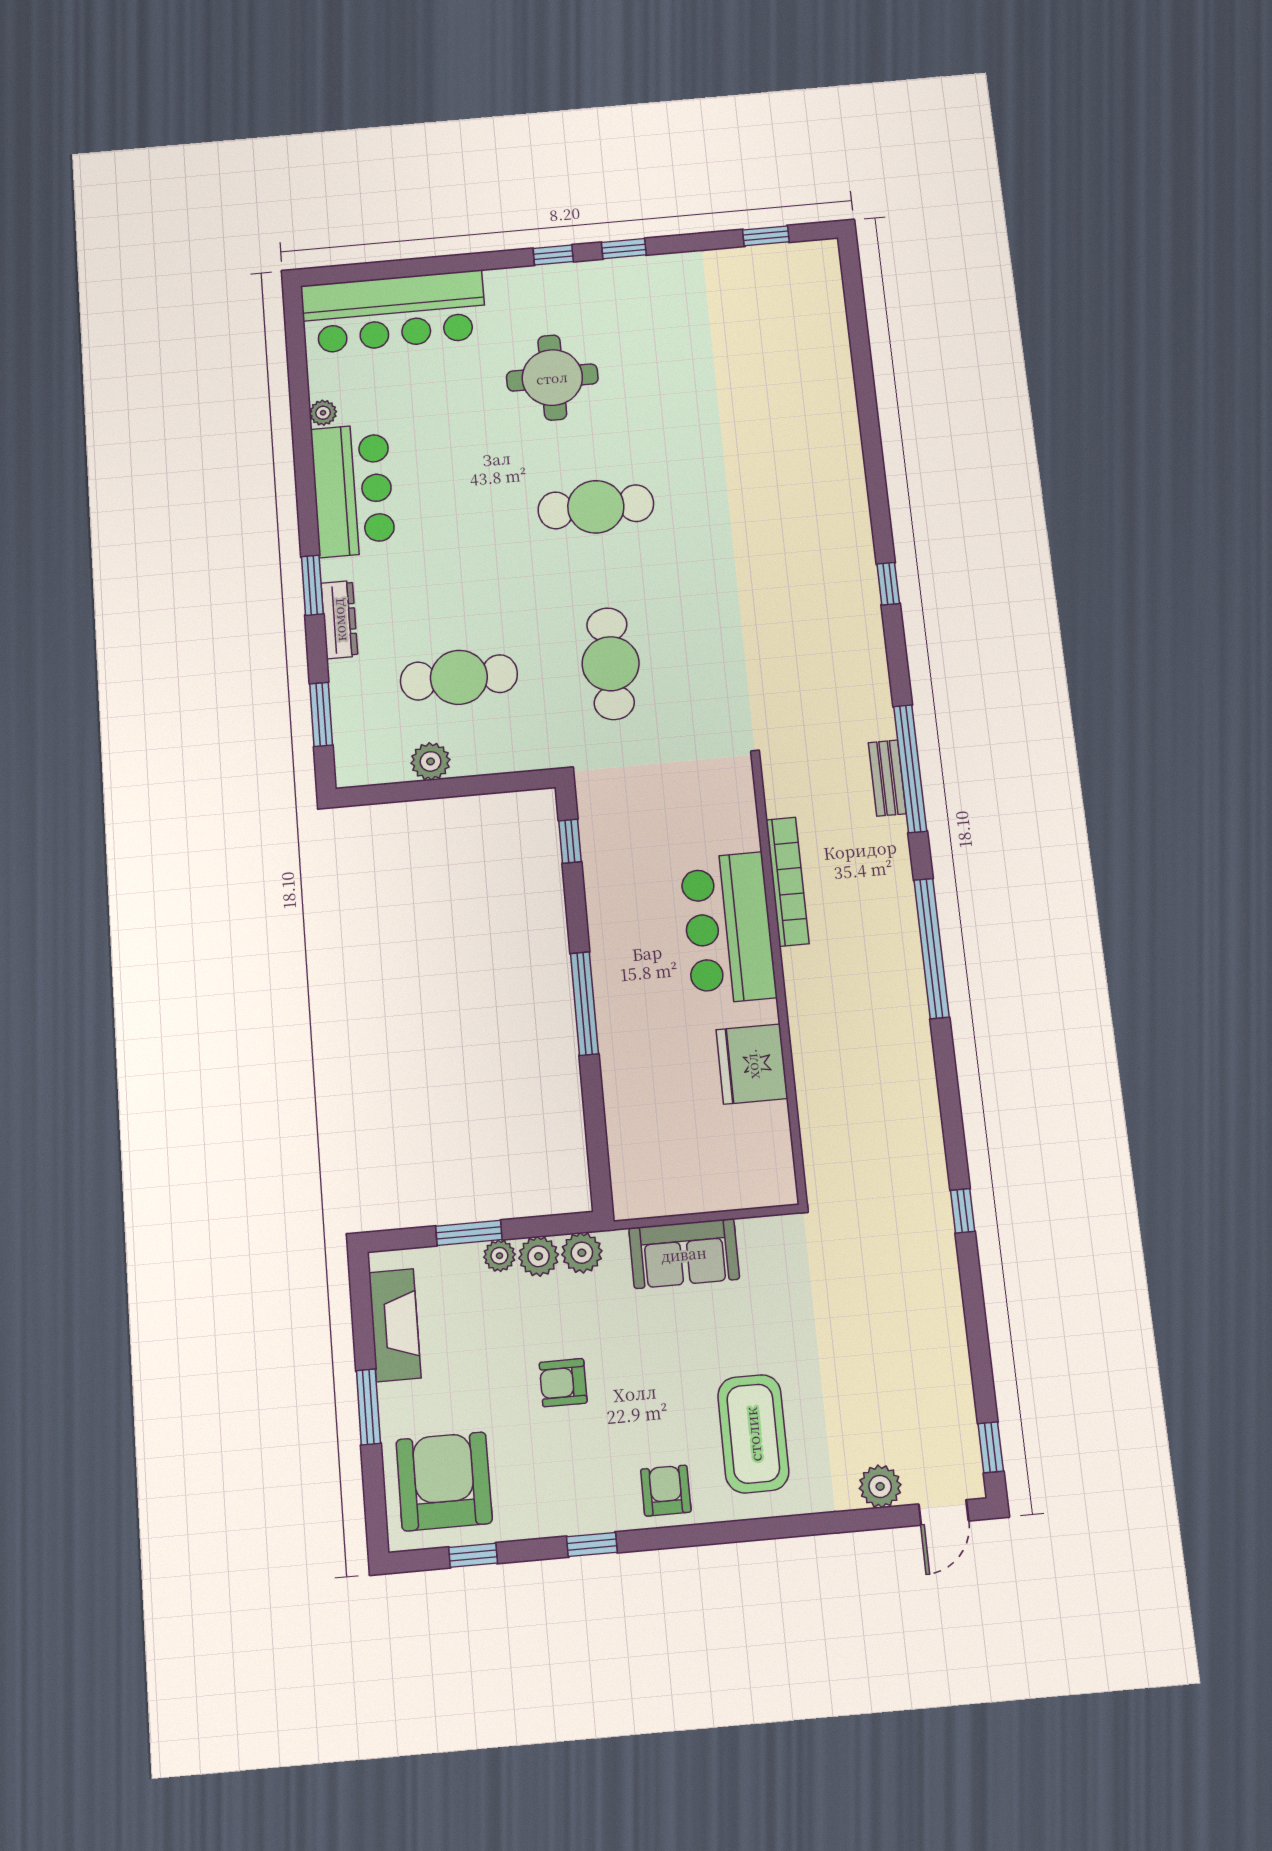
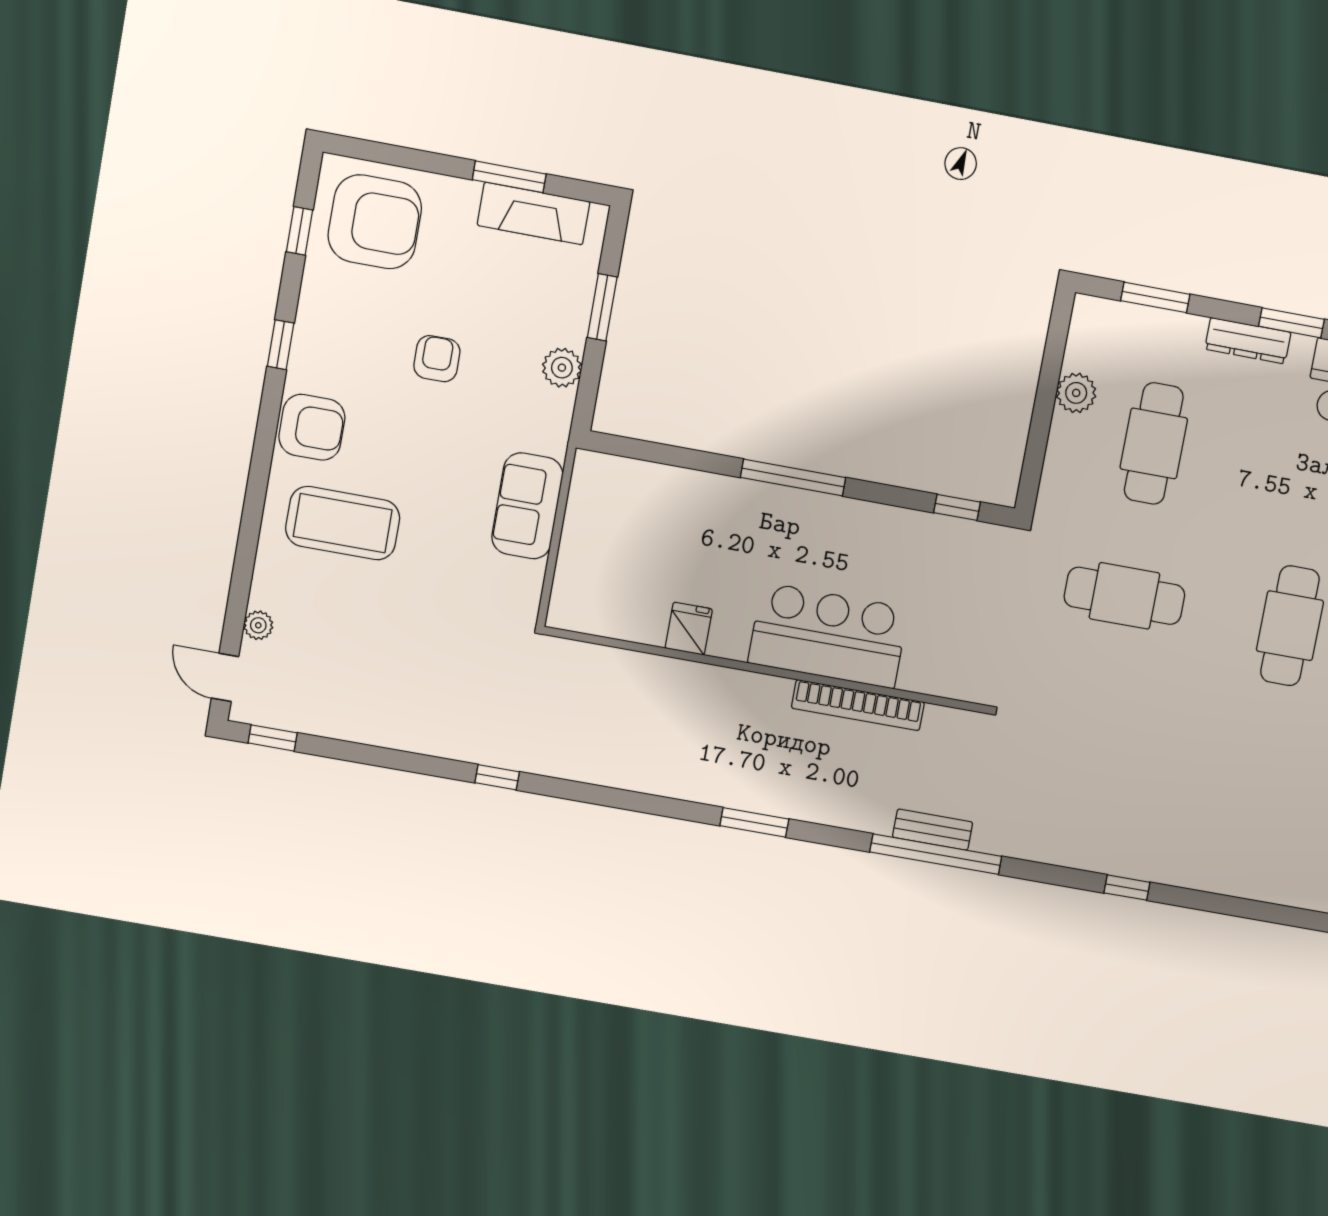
window: (931, 948) -> (754, 822), width x0.47
fridge: (752, 1064) -> (689, 629), width x0.53, depth x0.75
plant: (582, 1253) -> (554, 410), removed
plant: (499, 1256) -> (572, 331), removed
window: (368, 1407) -> (509, 177), moved
plant: (880, 1486) -> (258, 625), width x0.73, depth x0.73
armchair: (666, 1491) -> (312, 427), width x1.38, depth x1.38

